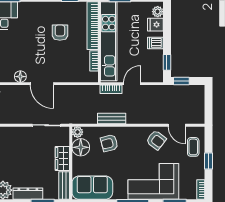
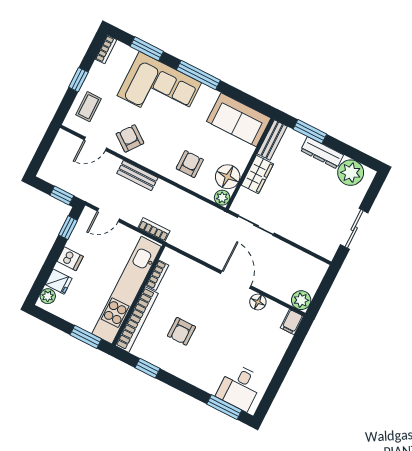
door: (132, 84) -> (108, 215), moved
bench: (112, 119) -> (137, 176), moved
door: (177, 125) -> (95, 144), swing flipped
armchair: (109, 143) -> (190, 164), turned -75

